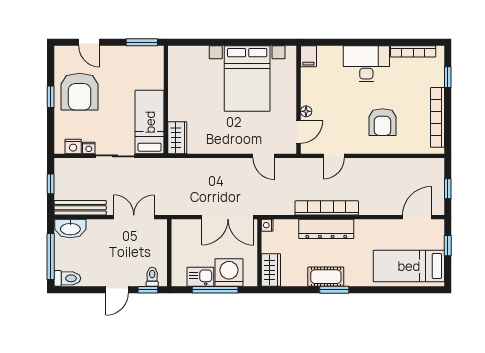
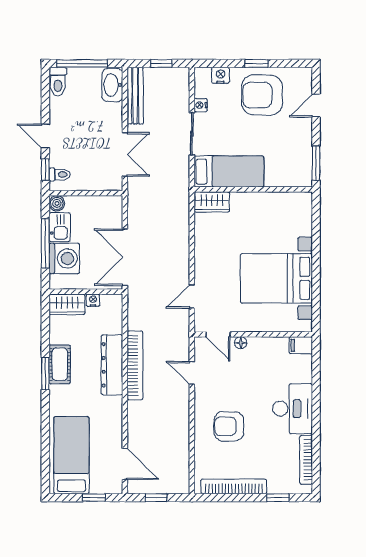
nightstand: (73, 146) -> (220, 75), moved, turned 90
nightstand: (267, 225) -> (93, 300), moved
boiler: (179, 279) -> (57, 203), added

